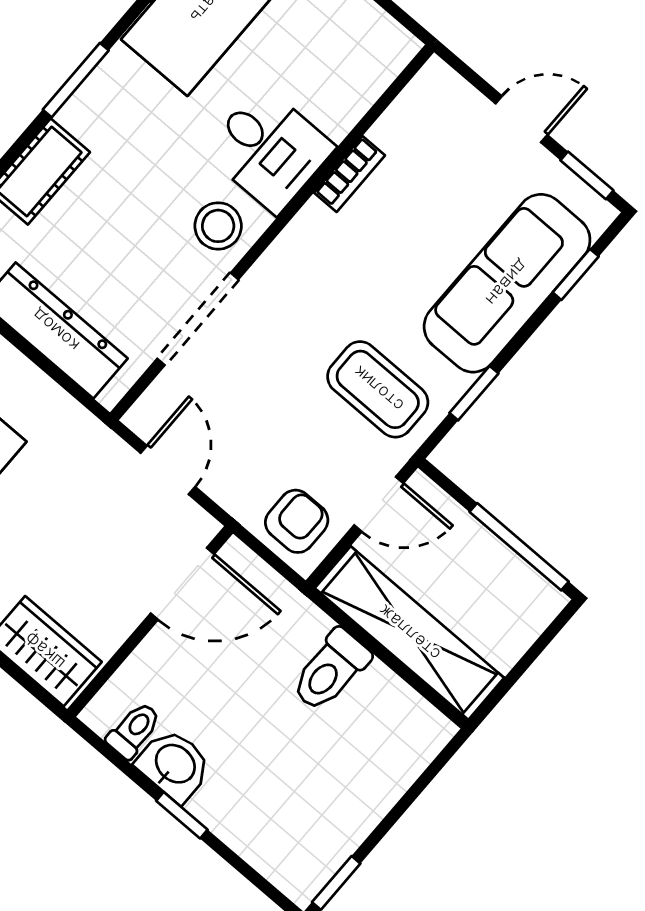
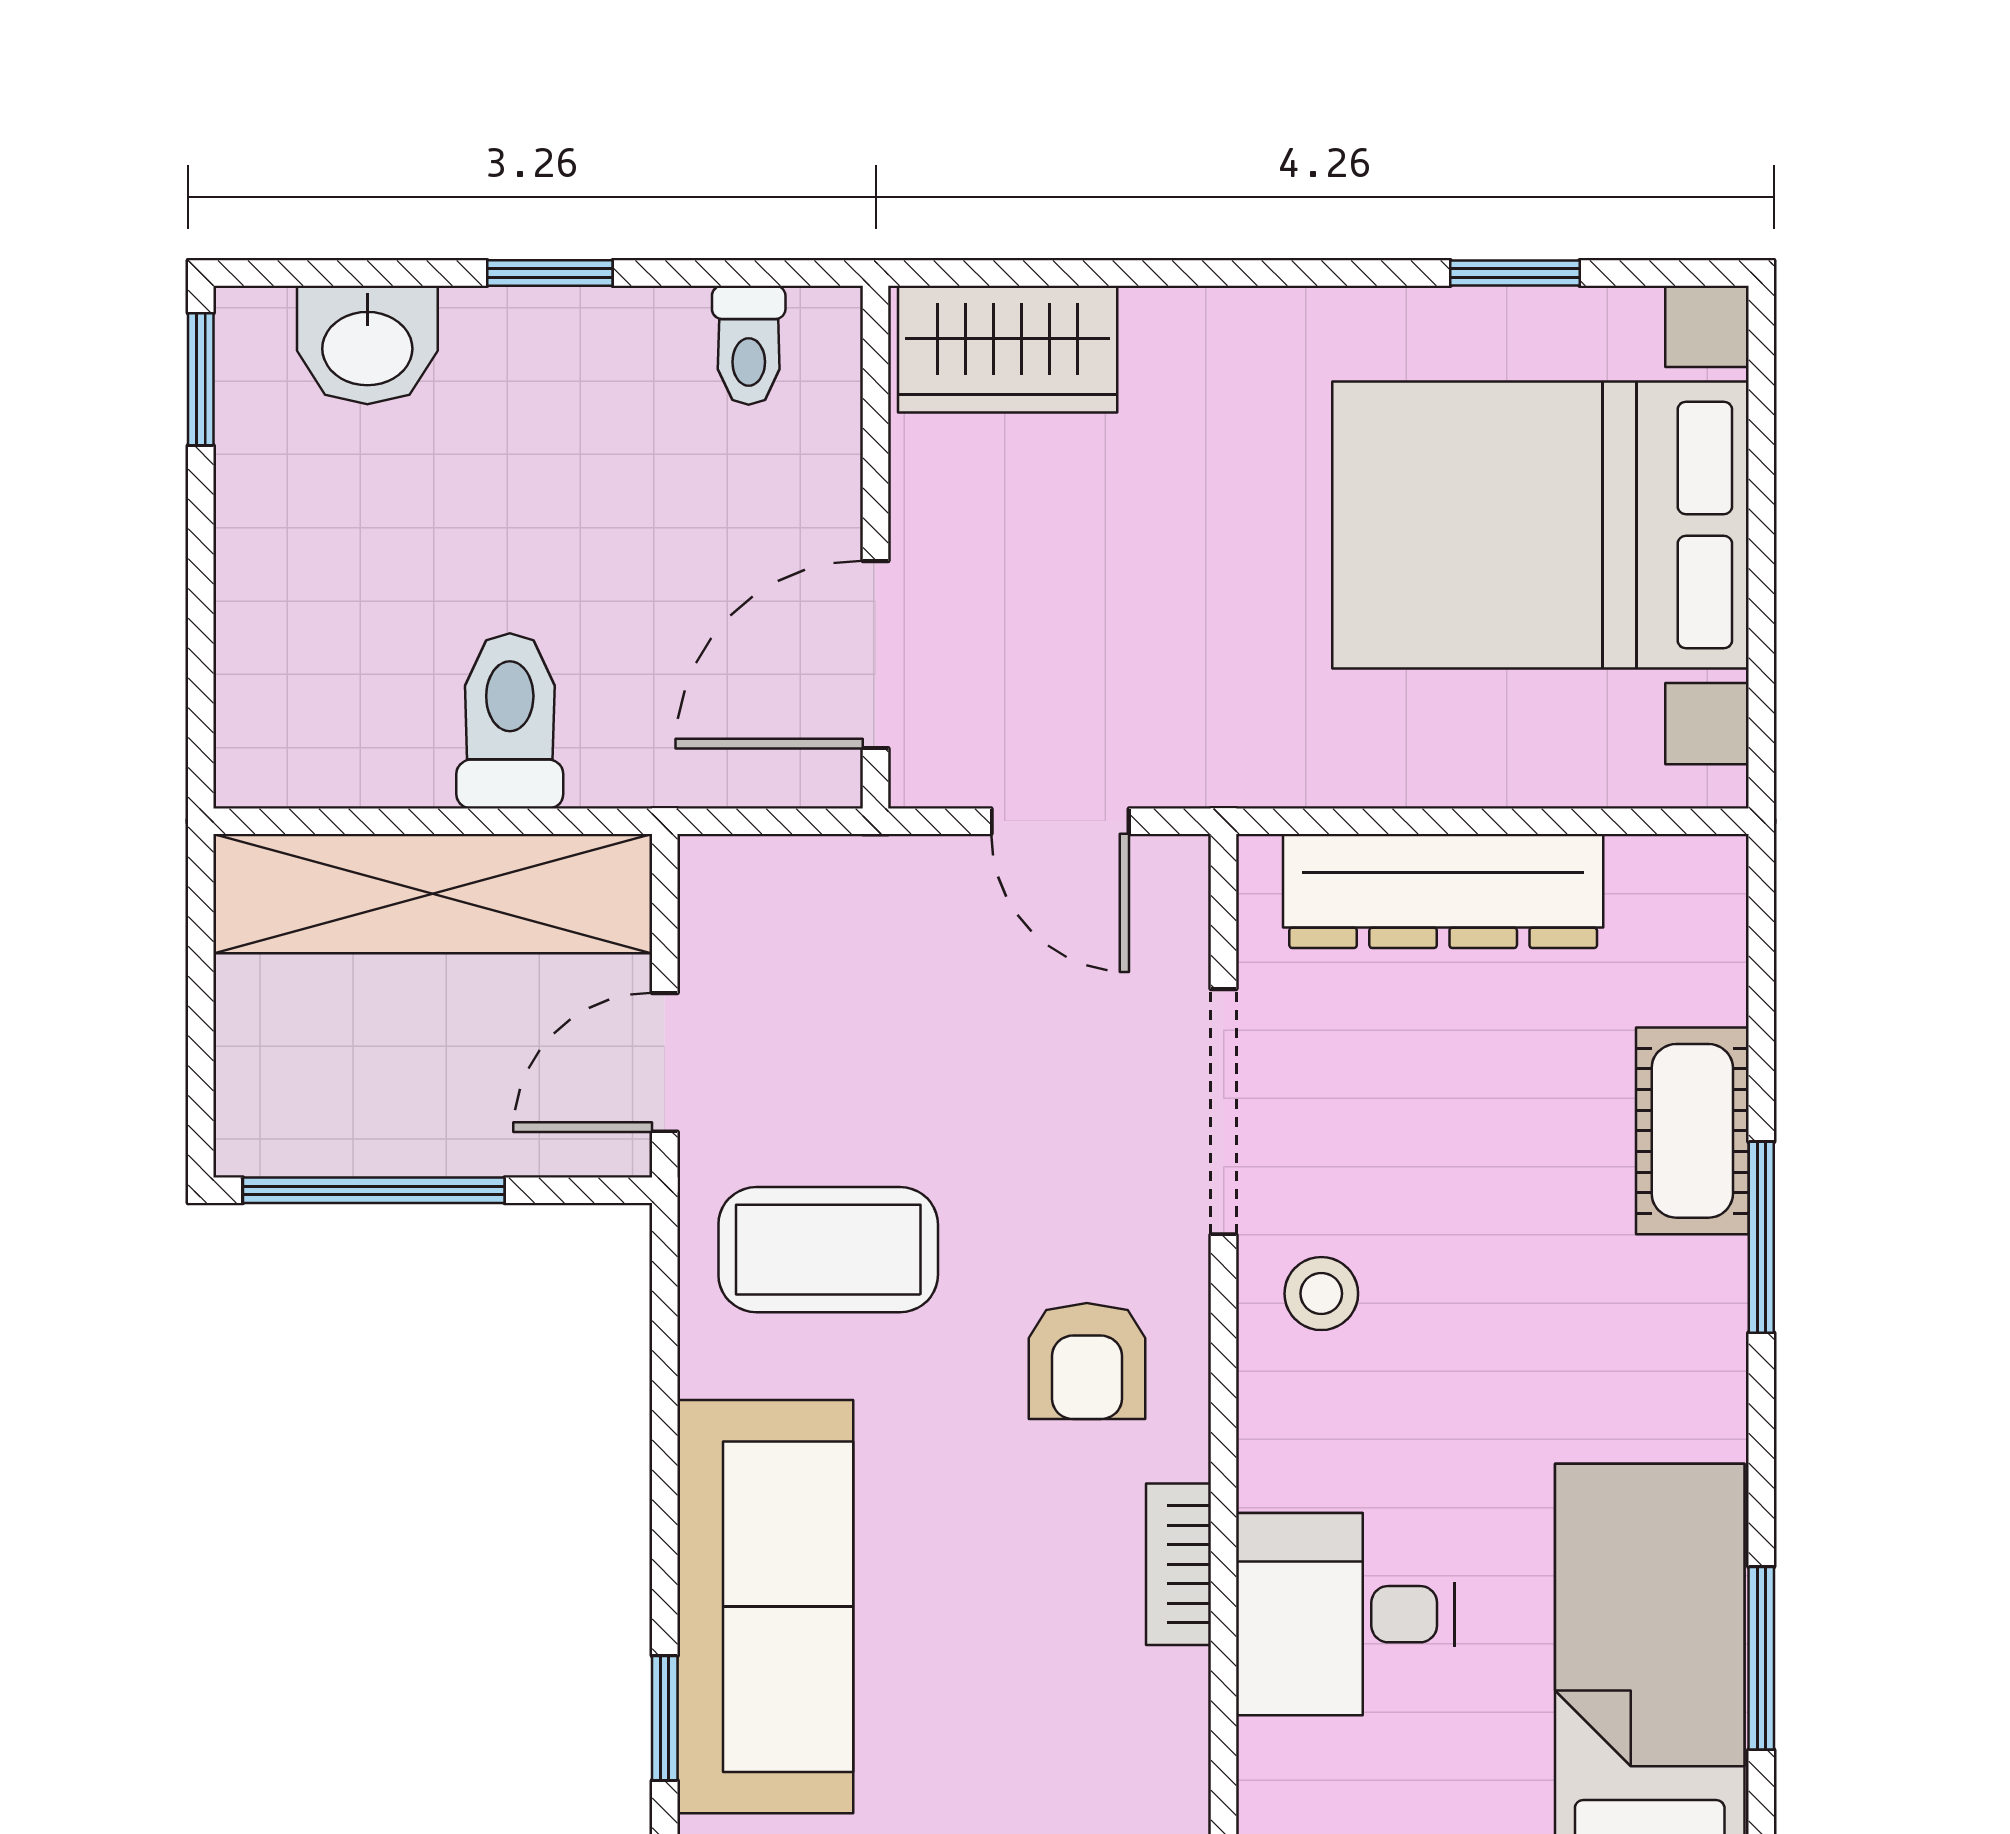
window: (76, 80) -> (1761, 1237), moved
desk: (269, 149) -> (1345, 1614), moved
stool: (218, 226) -> (1321, 1294), width x0.73, depth x0.73
window: (474, 393) -> (665, 1379), removed
armchair: (297, 521) -> (1087, 1361), moved
washbasin: (174, 765) -> (367, 345), moved

